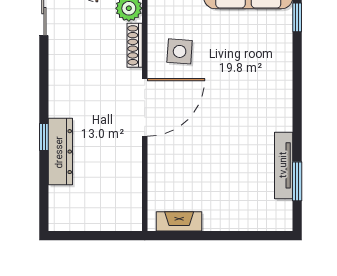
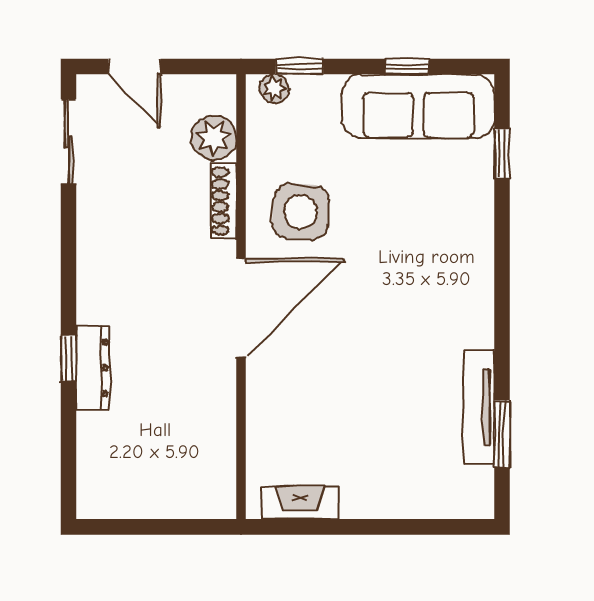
side table: (180, 51) -> (301, 212), width x1.37, depth x1.37
dresser: (60, 152) -> (93, 368), width x0.73, depth x0.80

